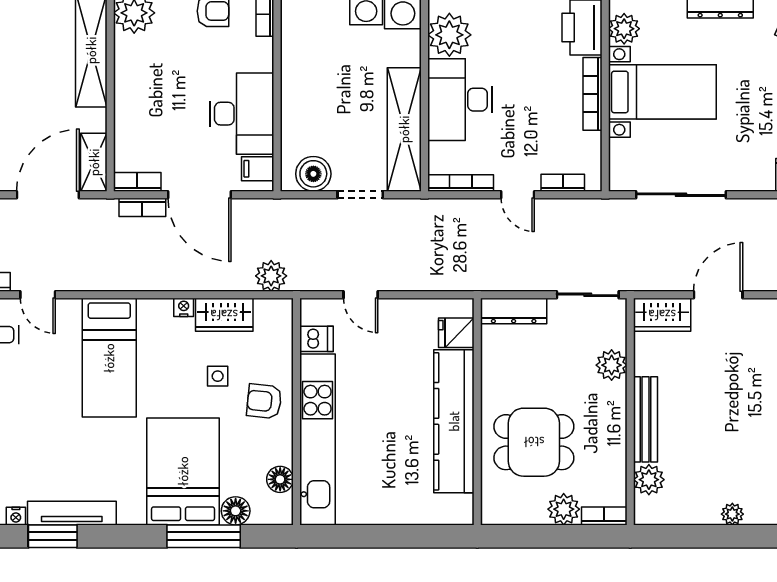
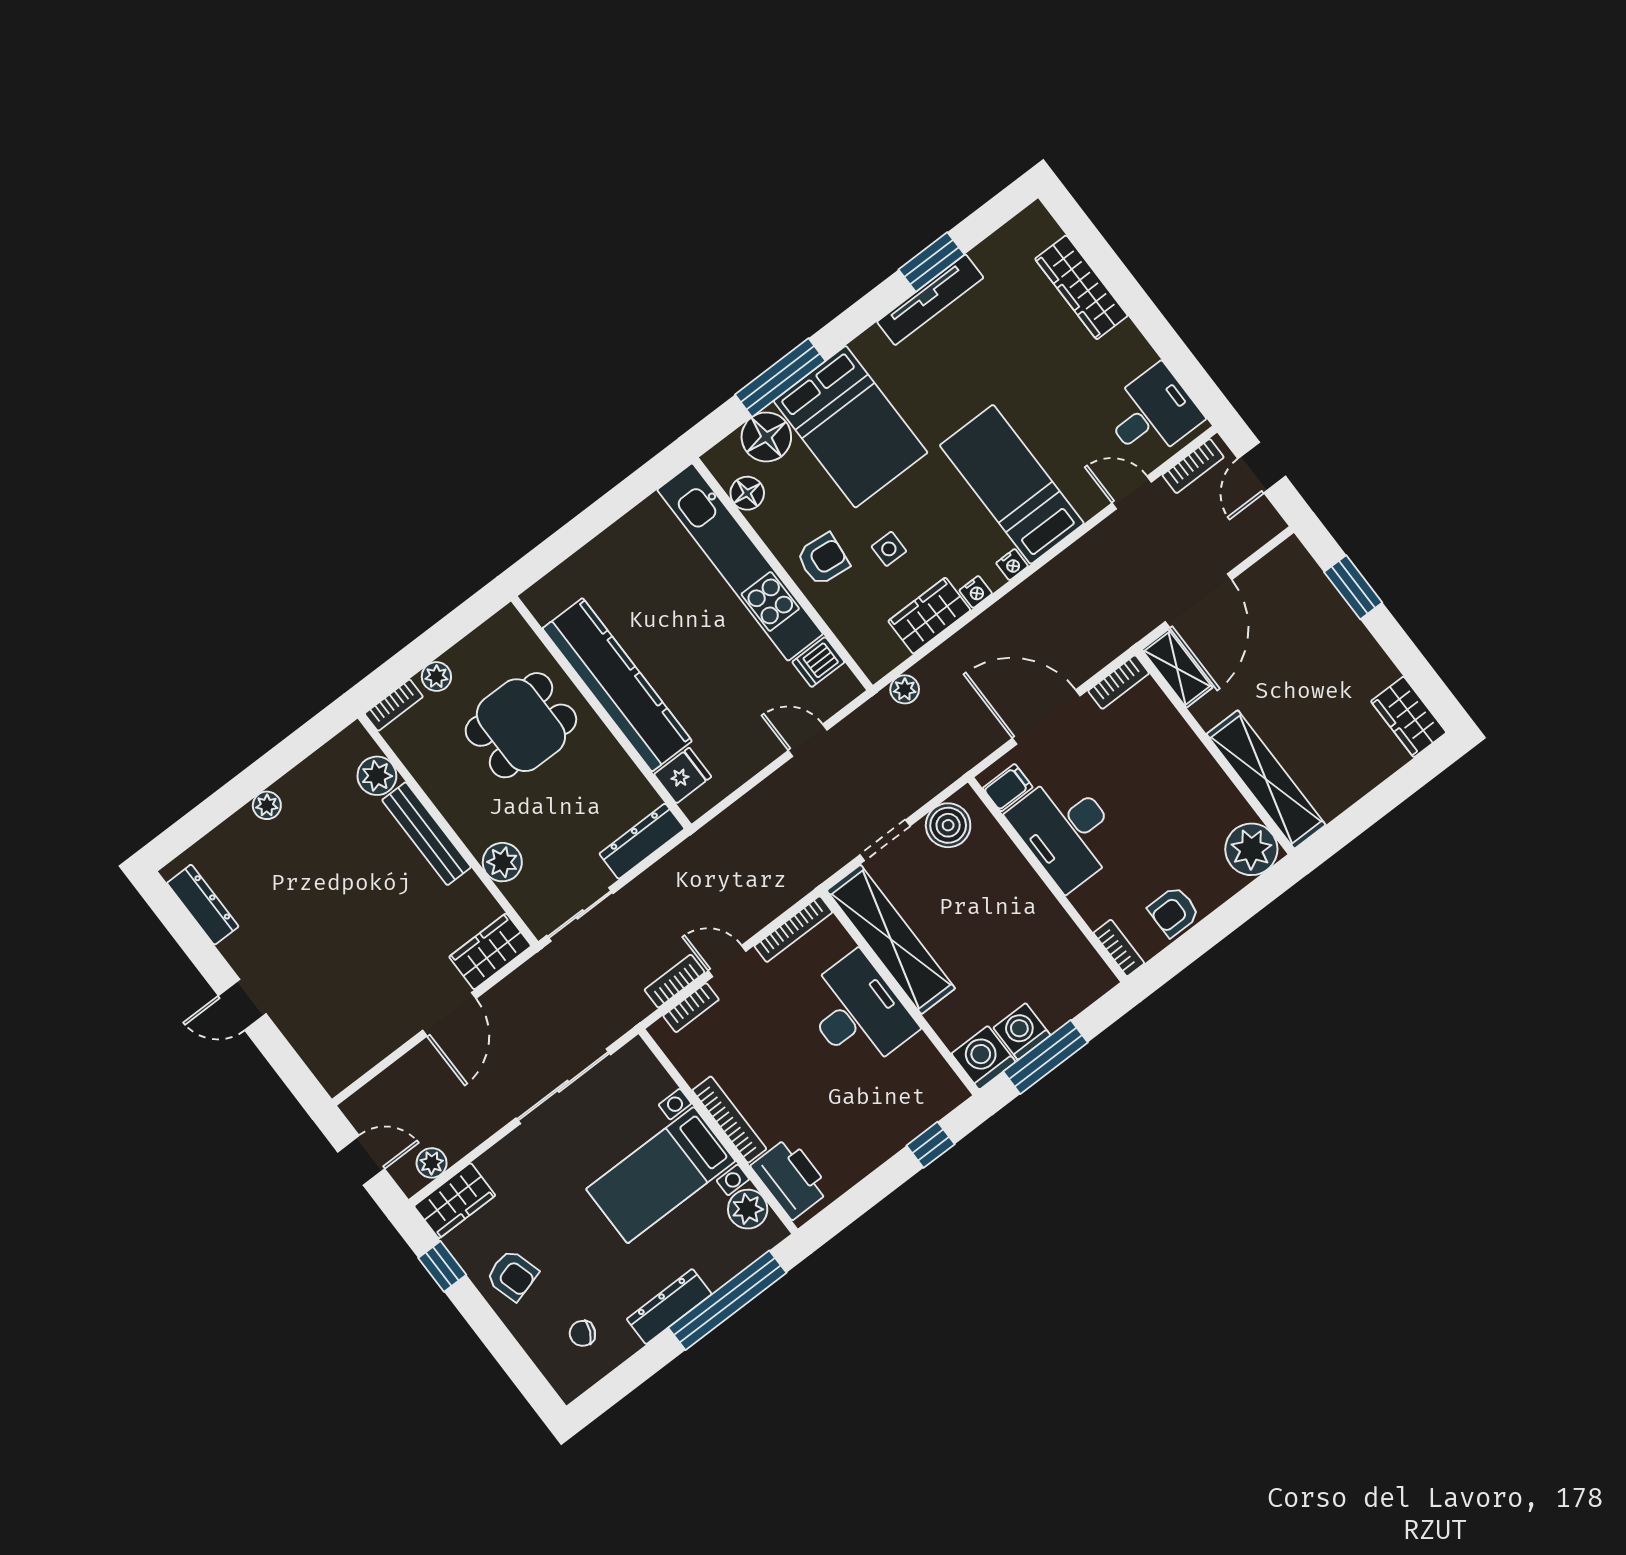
plant: (449, 35) -> (918, 1069), removed
bookcase: (142, 207) -> (675, 981), moved
plant: (271, 276) -> (905, 689), width x0.73, depth x0.73
plant: (564, 509) -> (436, 676), width x0.73, depth x0.73
floor lamp: (236, 511) -> (766, 437), width x1.38, depth x1.38
nightstand: (16, 516) -> (1012, 565), moved, turned 180

